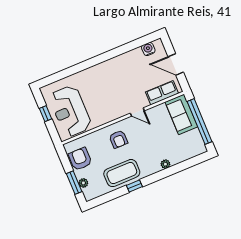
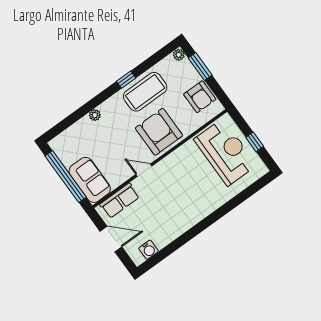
armchair: (118, 139) -> (159, 132), width x1.88, depth x1.88
plant: (83, 183) -> (179, 55), moved

